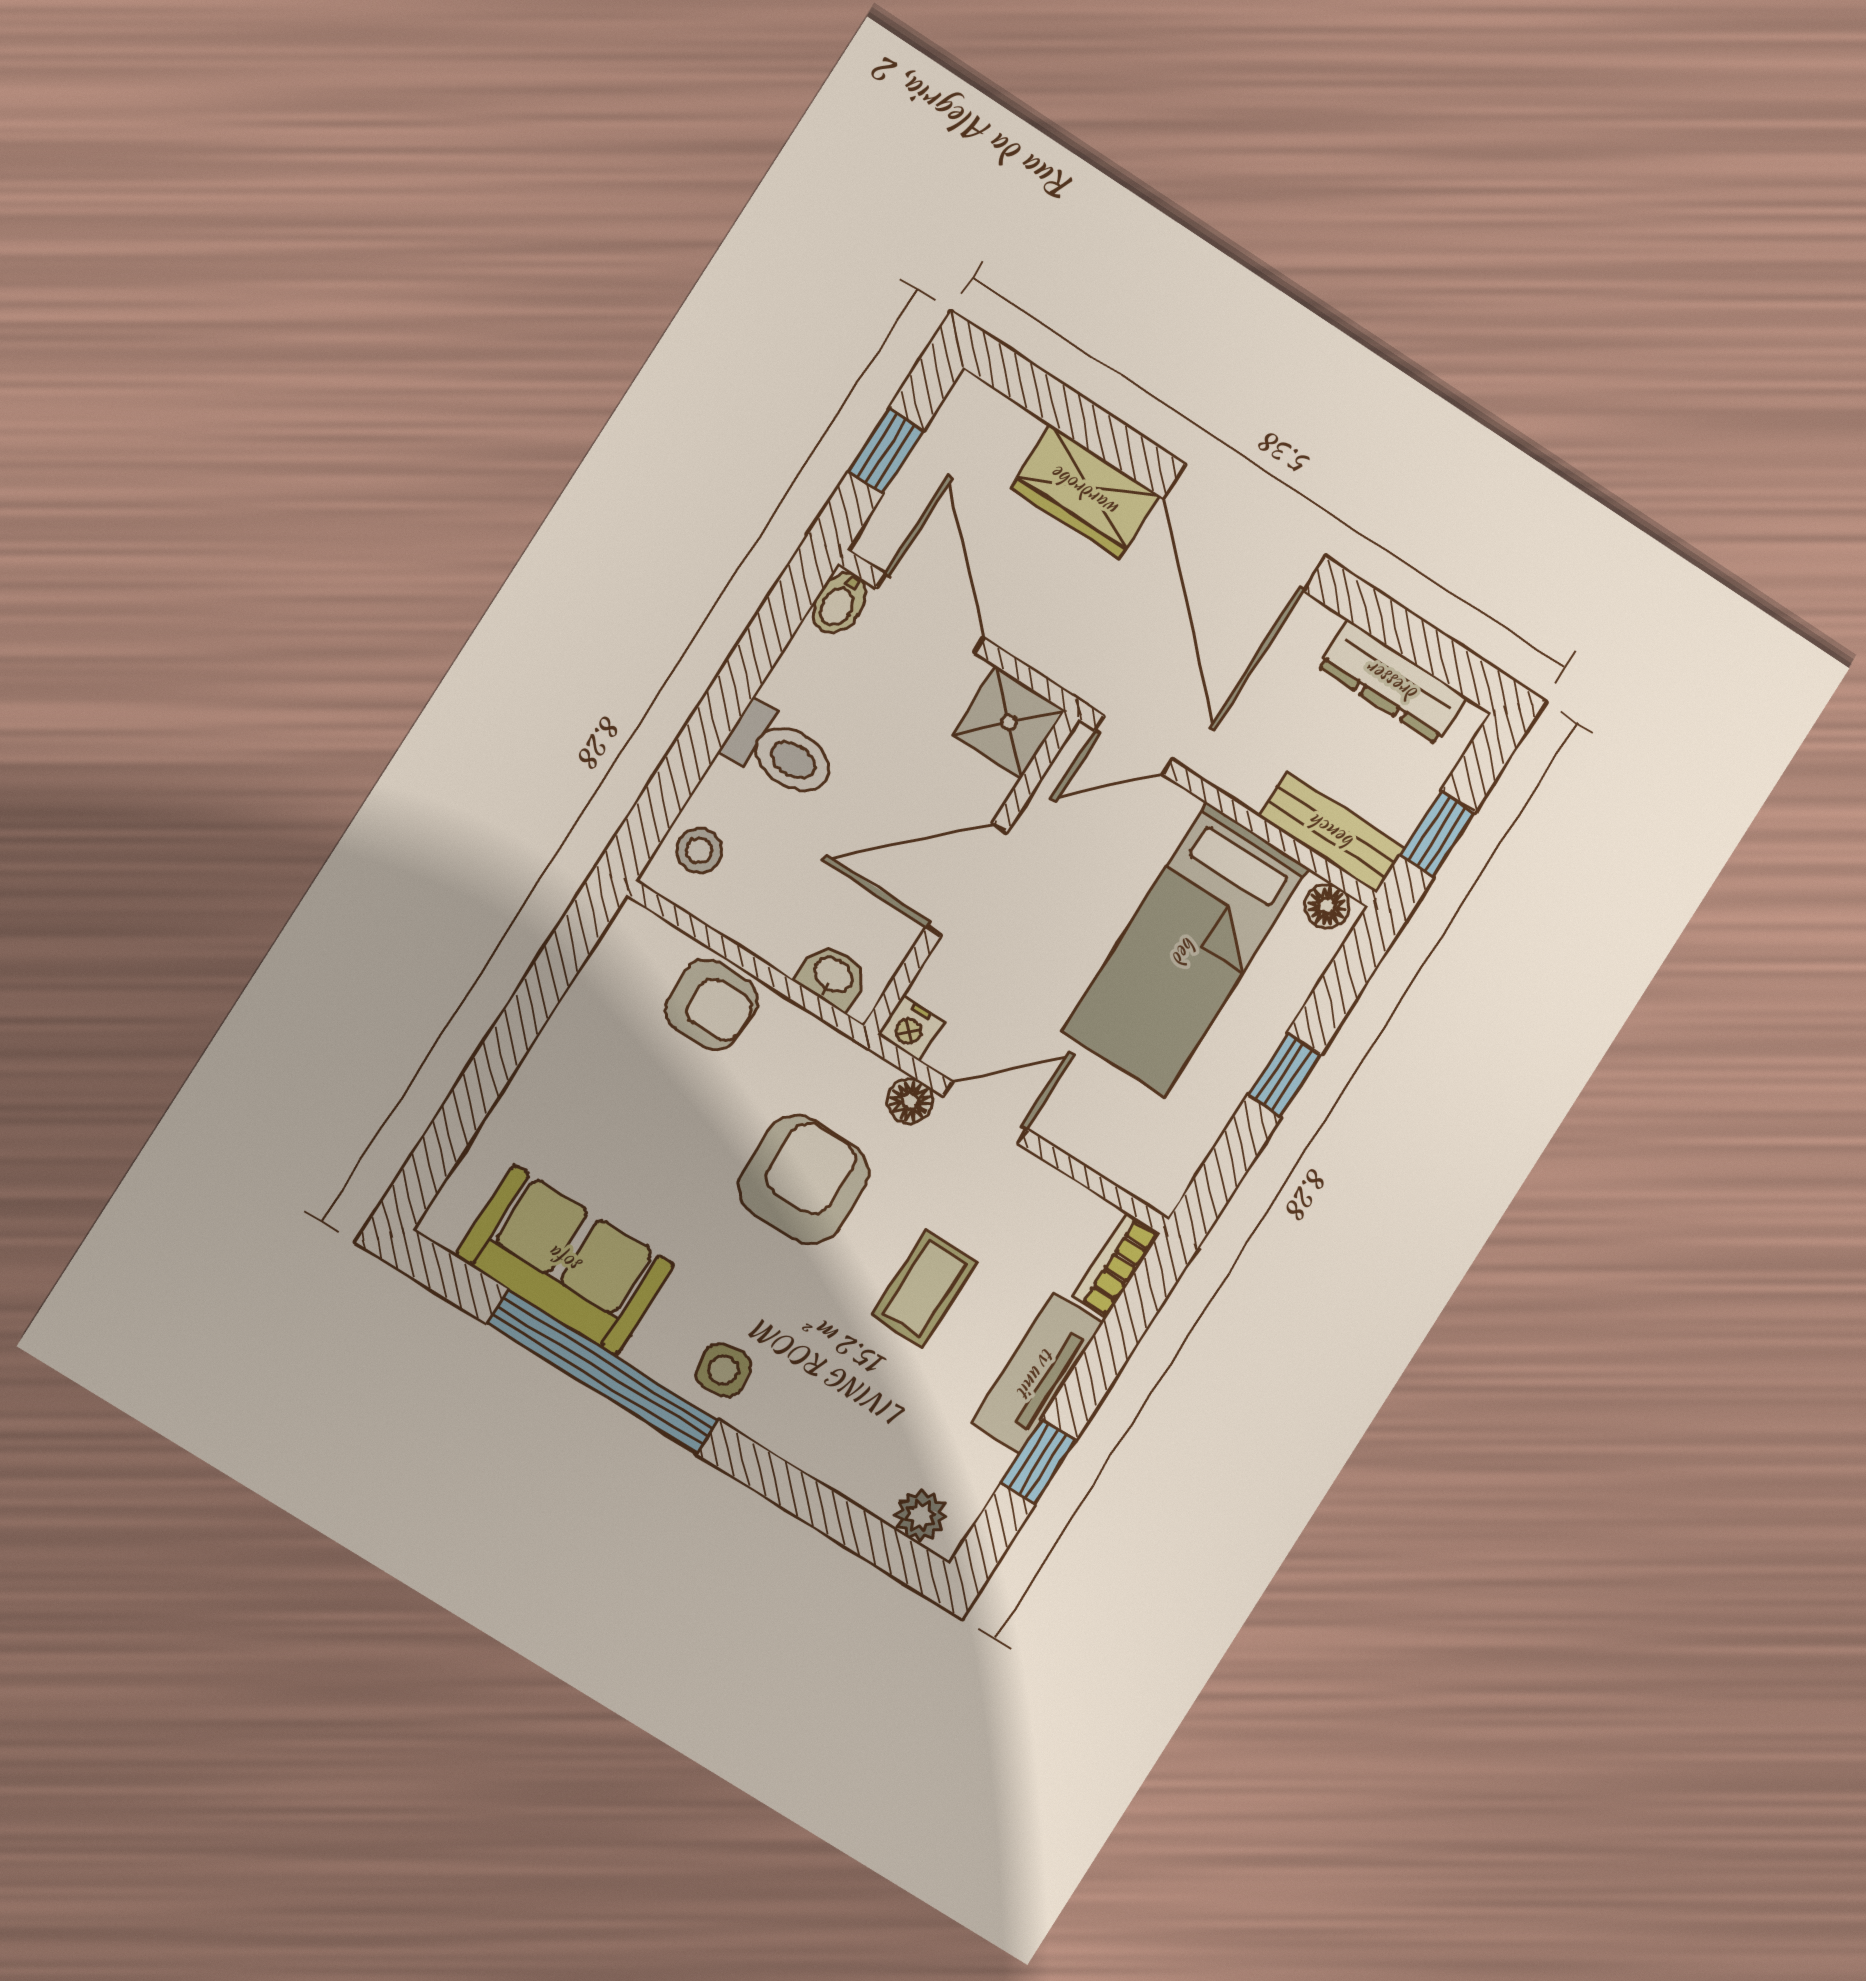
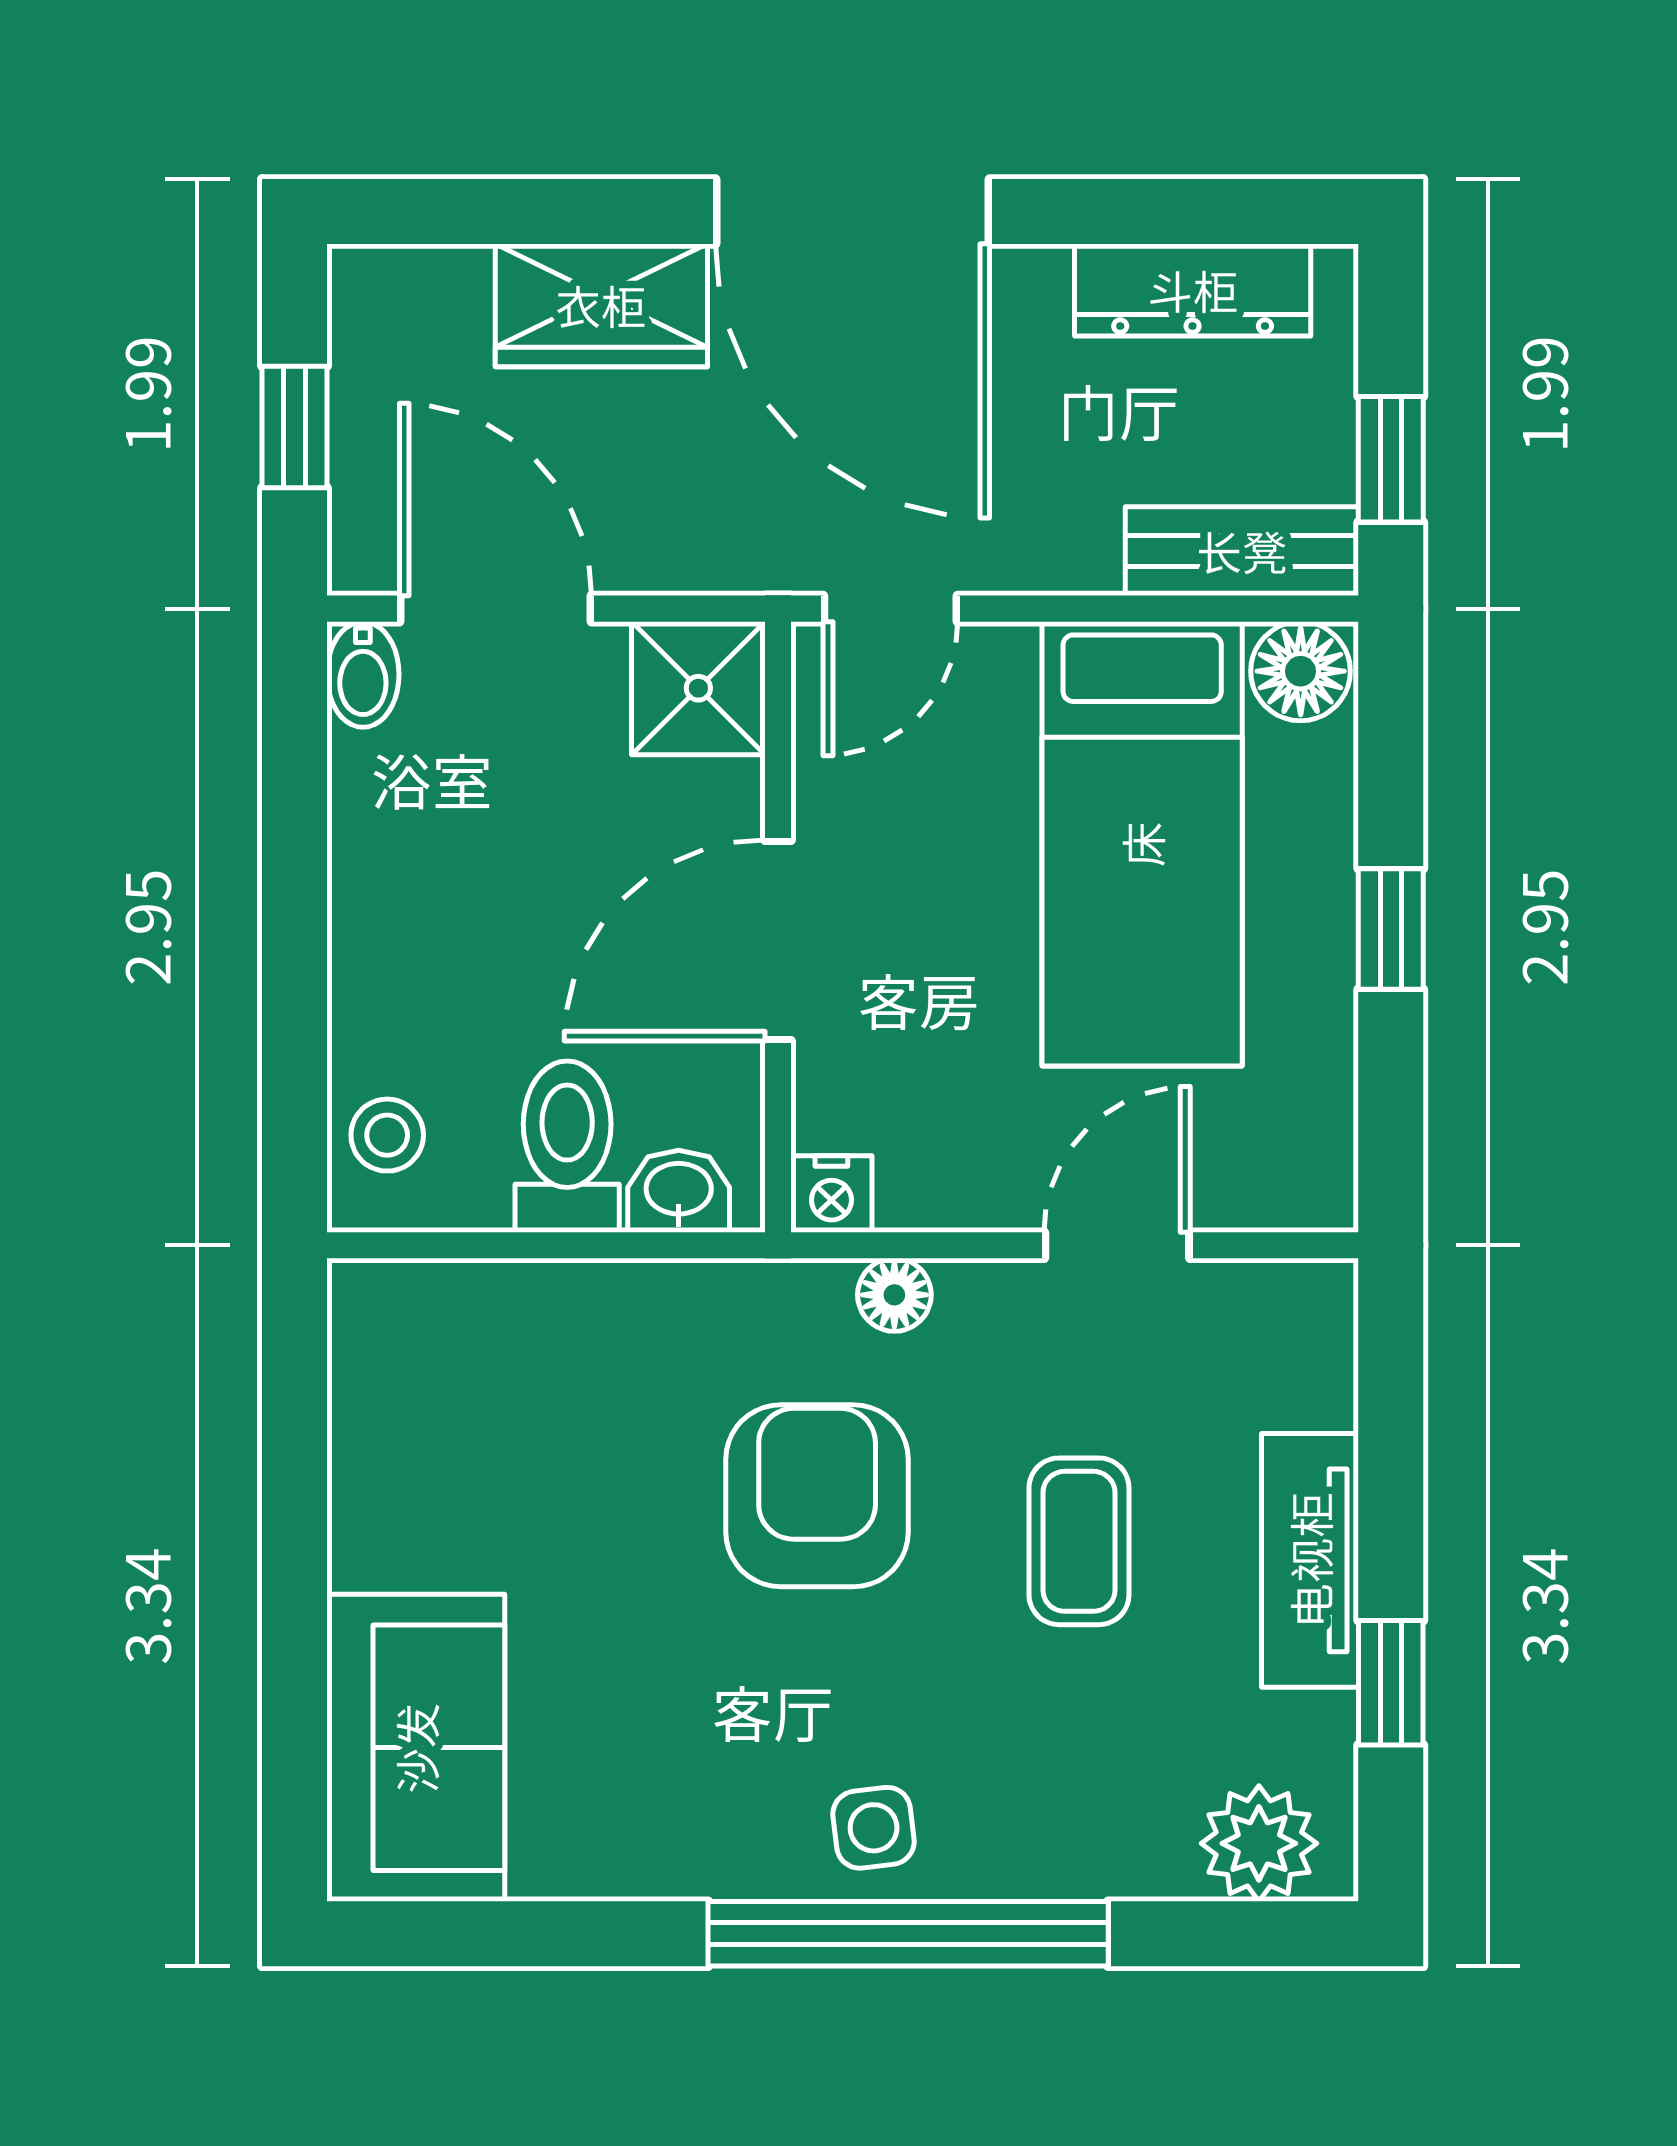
toilet: (781, 752) -> (567, 1147), moved, turned -90
floor lamp: (1327, 906) -> (1301, 671), width x1.37, depth x1.37
armchair: (711, 1005) -> (537, 1335), removed
door: (985, 1113) -> (1117, 1245), moved
sofa: (565, 1260) -> (416, 1748), moved, turned 90
bookcase: (1116, 1265) -> (1325, 1341), removed
window: (603, 1372) -> (908, 1934), moved
plant: (921, 1516) -> (1259, 1843), width x1.38, depth x1.38

